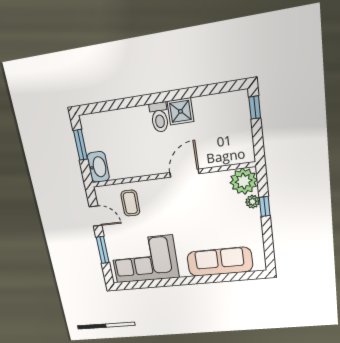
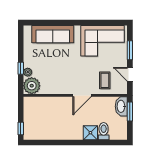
shower: (180, 111) -> (90, 133), moved
toilet: (159, 117) -> (104, 131), moved
window: (80, 145) -> (130, 111), moved
door: (184, 173) -> (82, 95), moved

